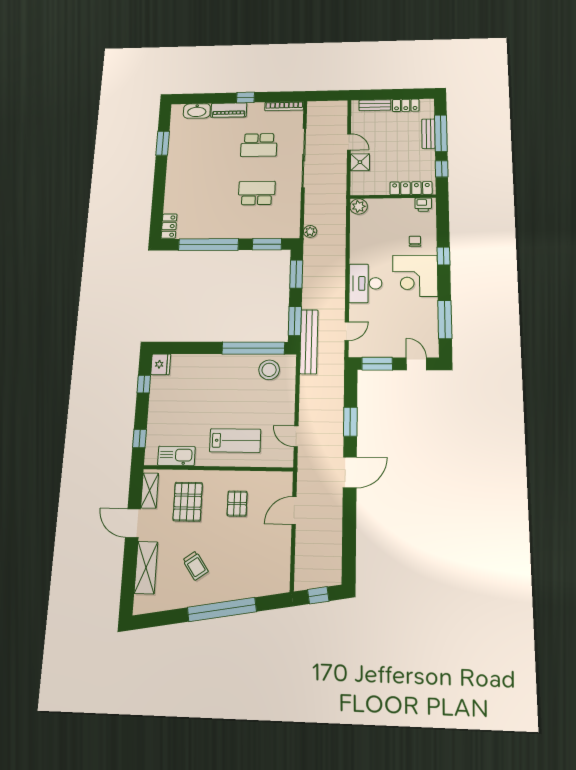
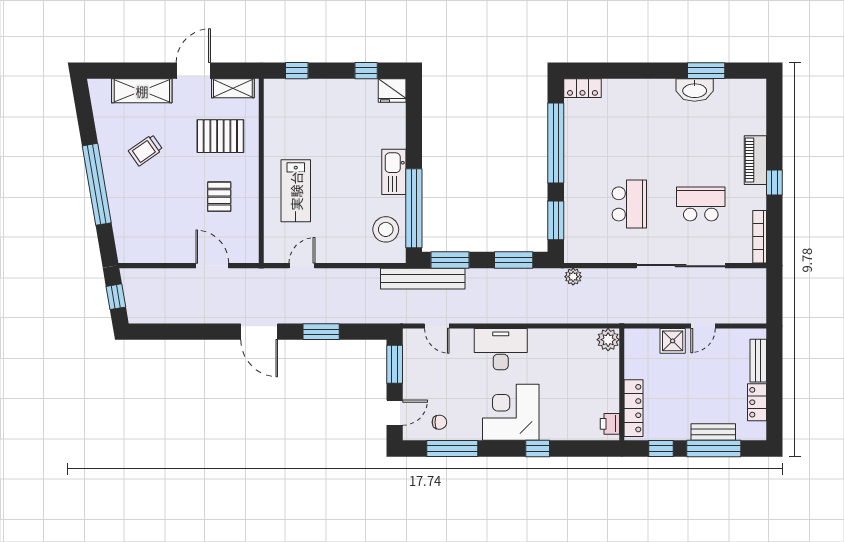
washbasin: (197, 111) -> (695, 90), moved, turned -90
school desk: (259, 145) -> (701, 204), turned 90
chair: (415, 241) -> (439, 422), moved
kitchen sink: (176, 456) -> (394, 172), moved, turned 180
pallet: (237, 504) -> (219, 197), turned 90

